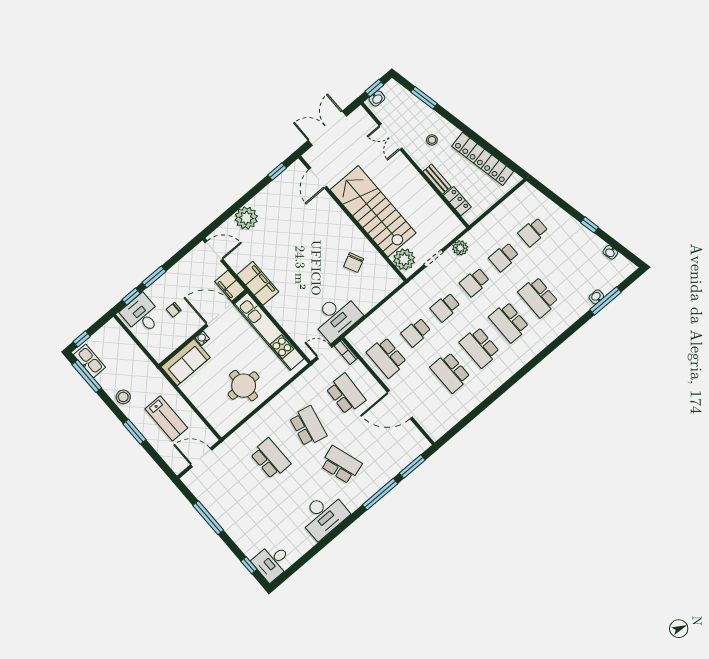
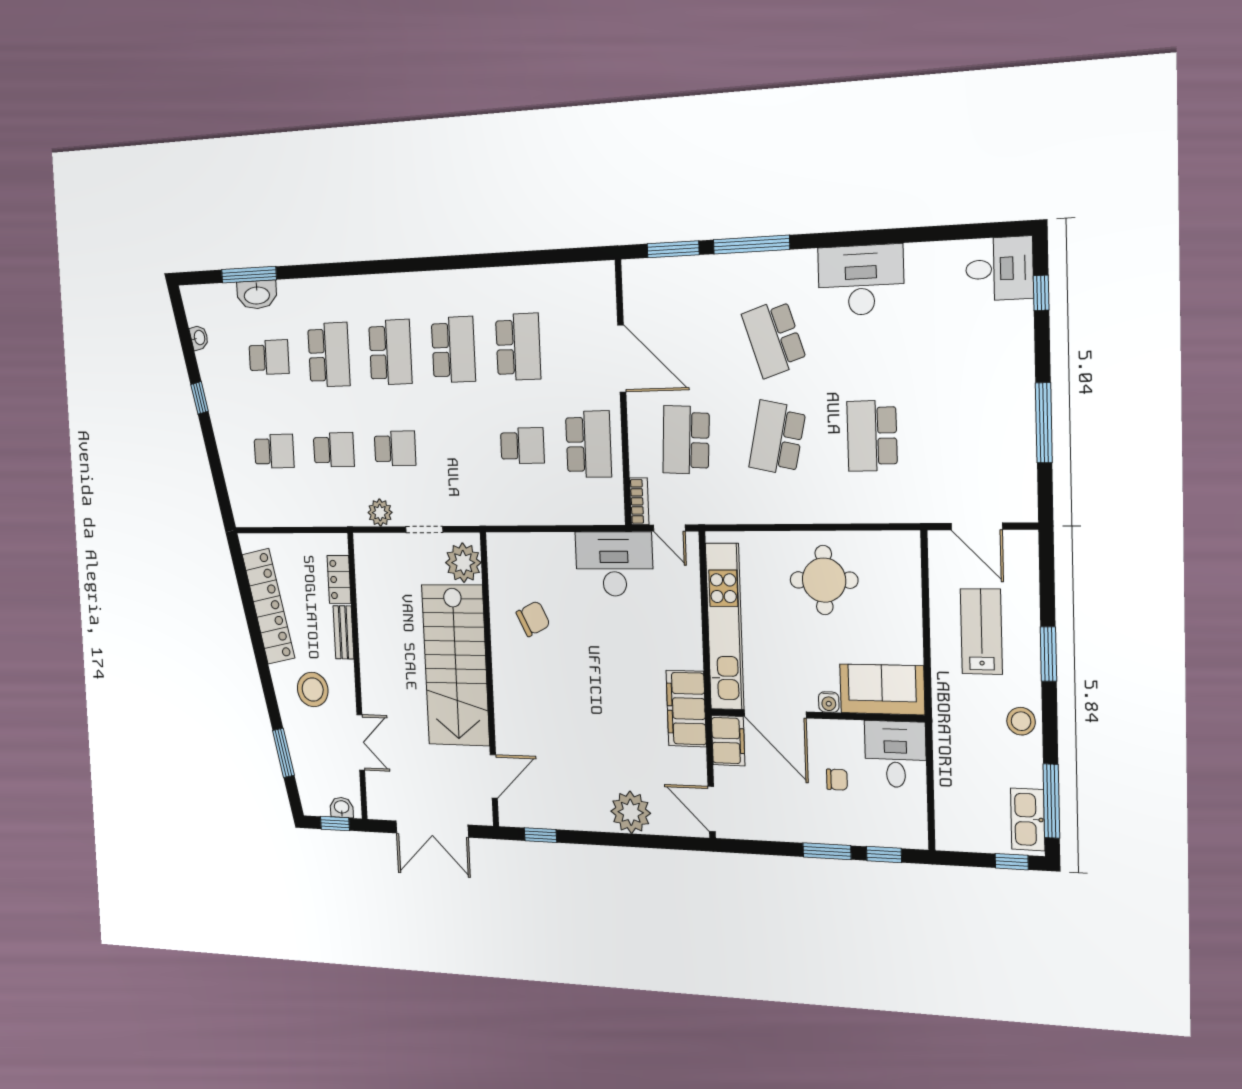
stool: (432, 140) -> (313, 690), width x1.89, depth x1.89
washbasin: (596, 297) -> (257, 295), width x1.91, depth x1.45
school desk: (445, 307) -> (269, 357), moved
desk: (142, 315) -> (895, 754), moved, turned 180

